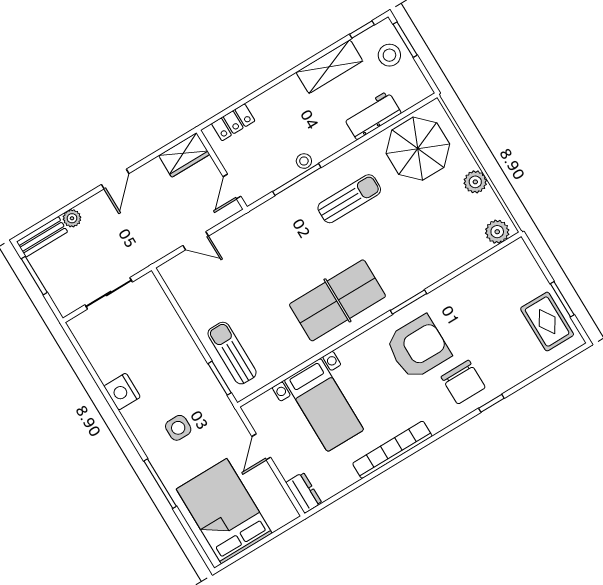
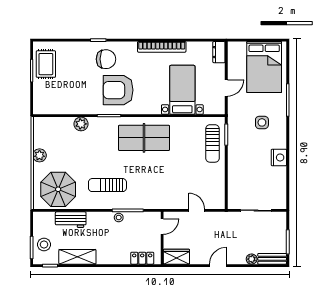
plant: (497, 232) -> (81, 124), moved
chair: (463, 382) -> (106, 59), turned 90

